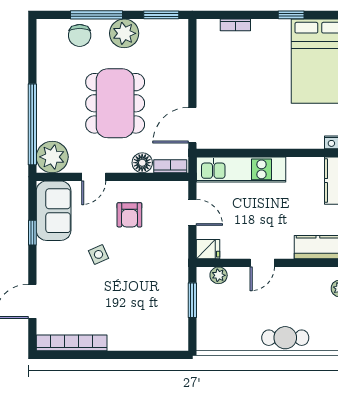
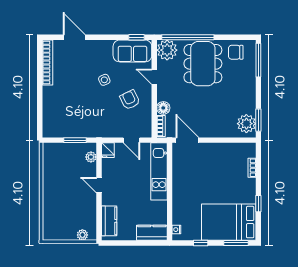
window: (97, 15) -> (258, 60), moved
plant: (124, 33) -> (246, 124), moved
chair: (80, 35) -> (236, 52), moved
dining table: (115, 103) -> (203, 64), moved, turned 90
door: (192, 212) -> (131, 140), hinge flipped
armchair: (129, 215) -> (130, 100), turned 64
window: (32, 233) -> (136, 37), moved
cafe table: (285, 338) -> (51, 200), removed

